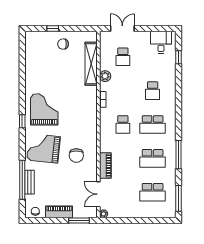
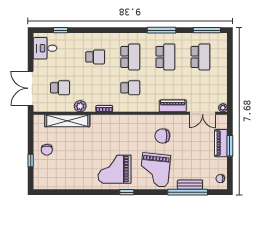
double door: (122, 28) -> (31, 88), width x1.37
chair: (76, 155) -> (162, 136), turned 180
piano: (59, 212) -> (221, 143), moved
window: (79, 221) -> (230, 146), moved

